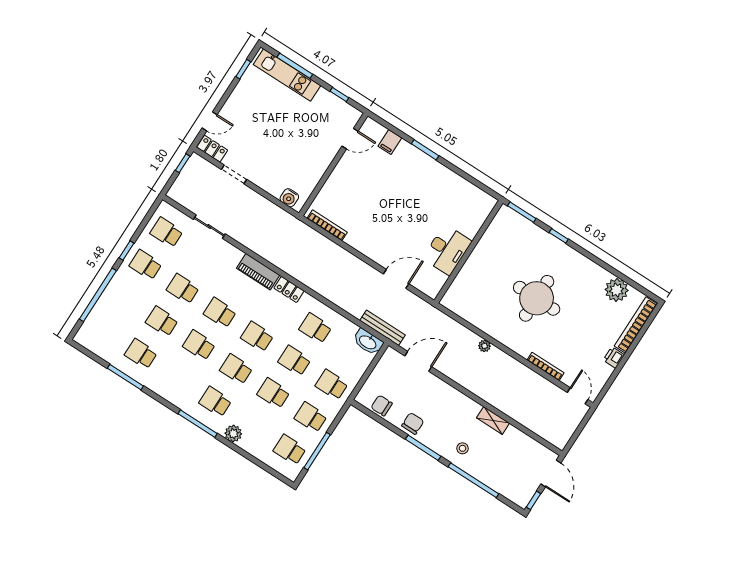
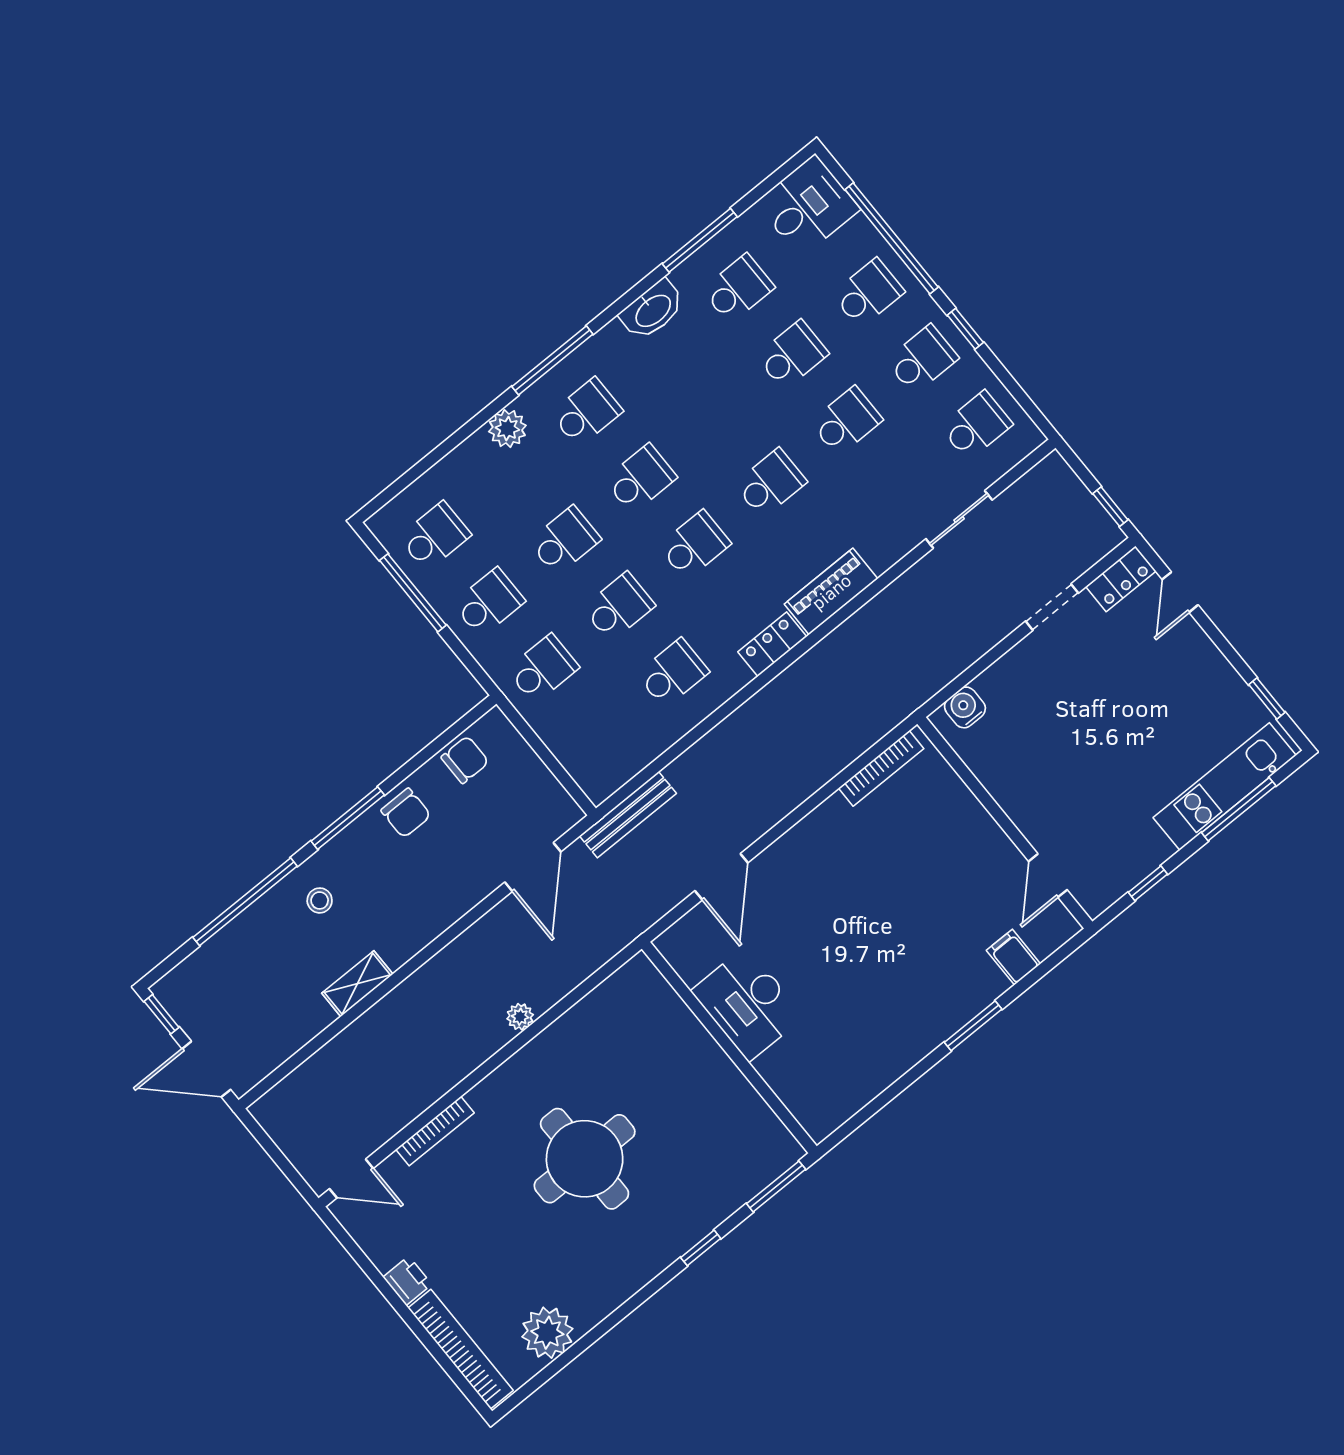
desk: (96, 335) -> (808, 206), added
washbasin: (368, 342) -> (652, 310), moved, turned 180
school desk: (199, 345) -> (868, 293), moved

